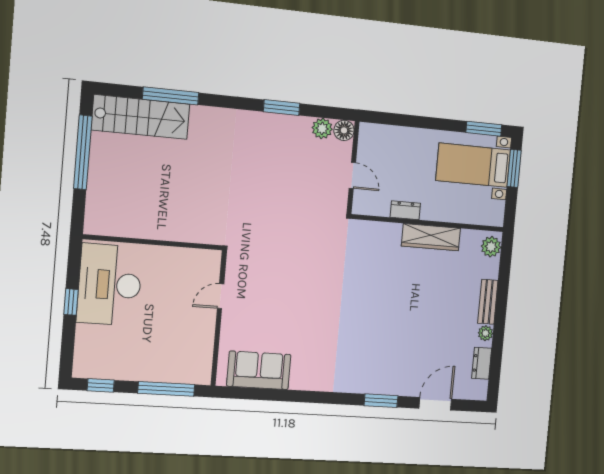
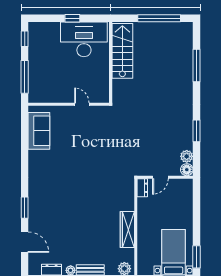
stairs: (141, 117) -> (122, 51), moved, turned 180
dresser: (405, 210) -> (142, 188), moved

